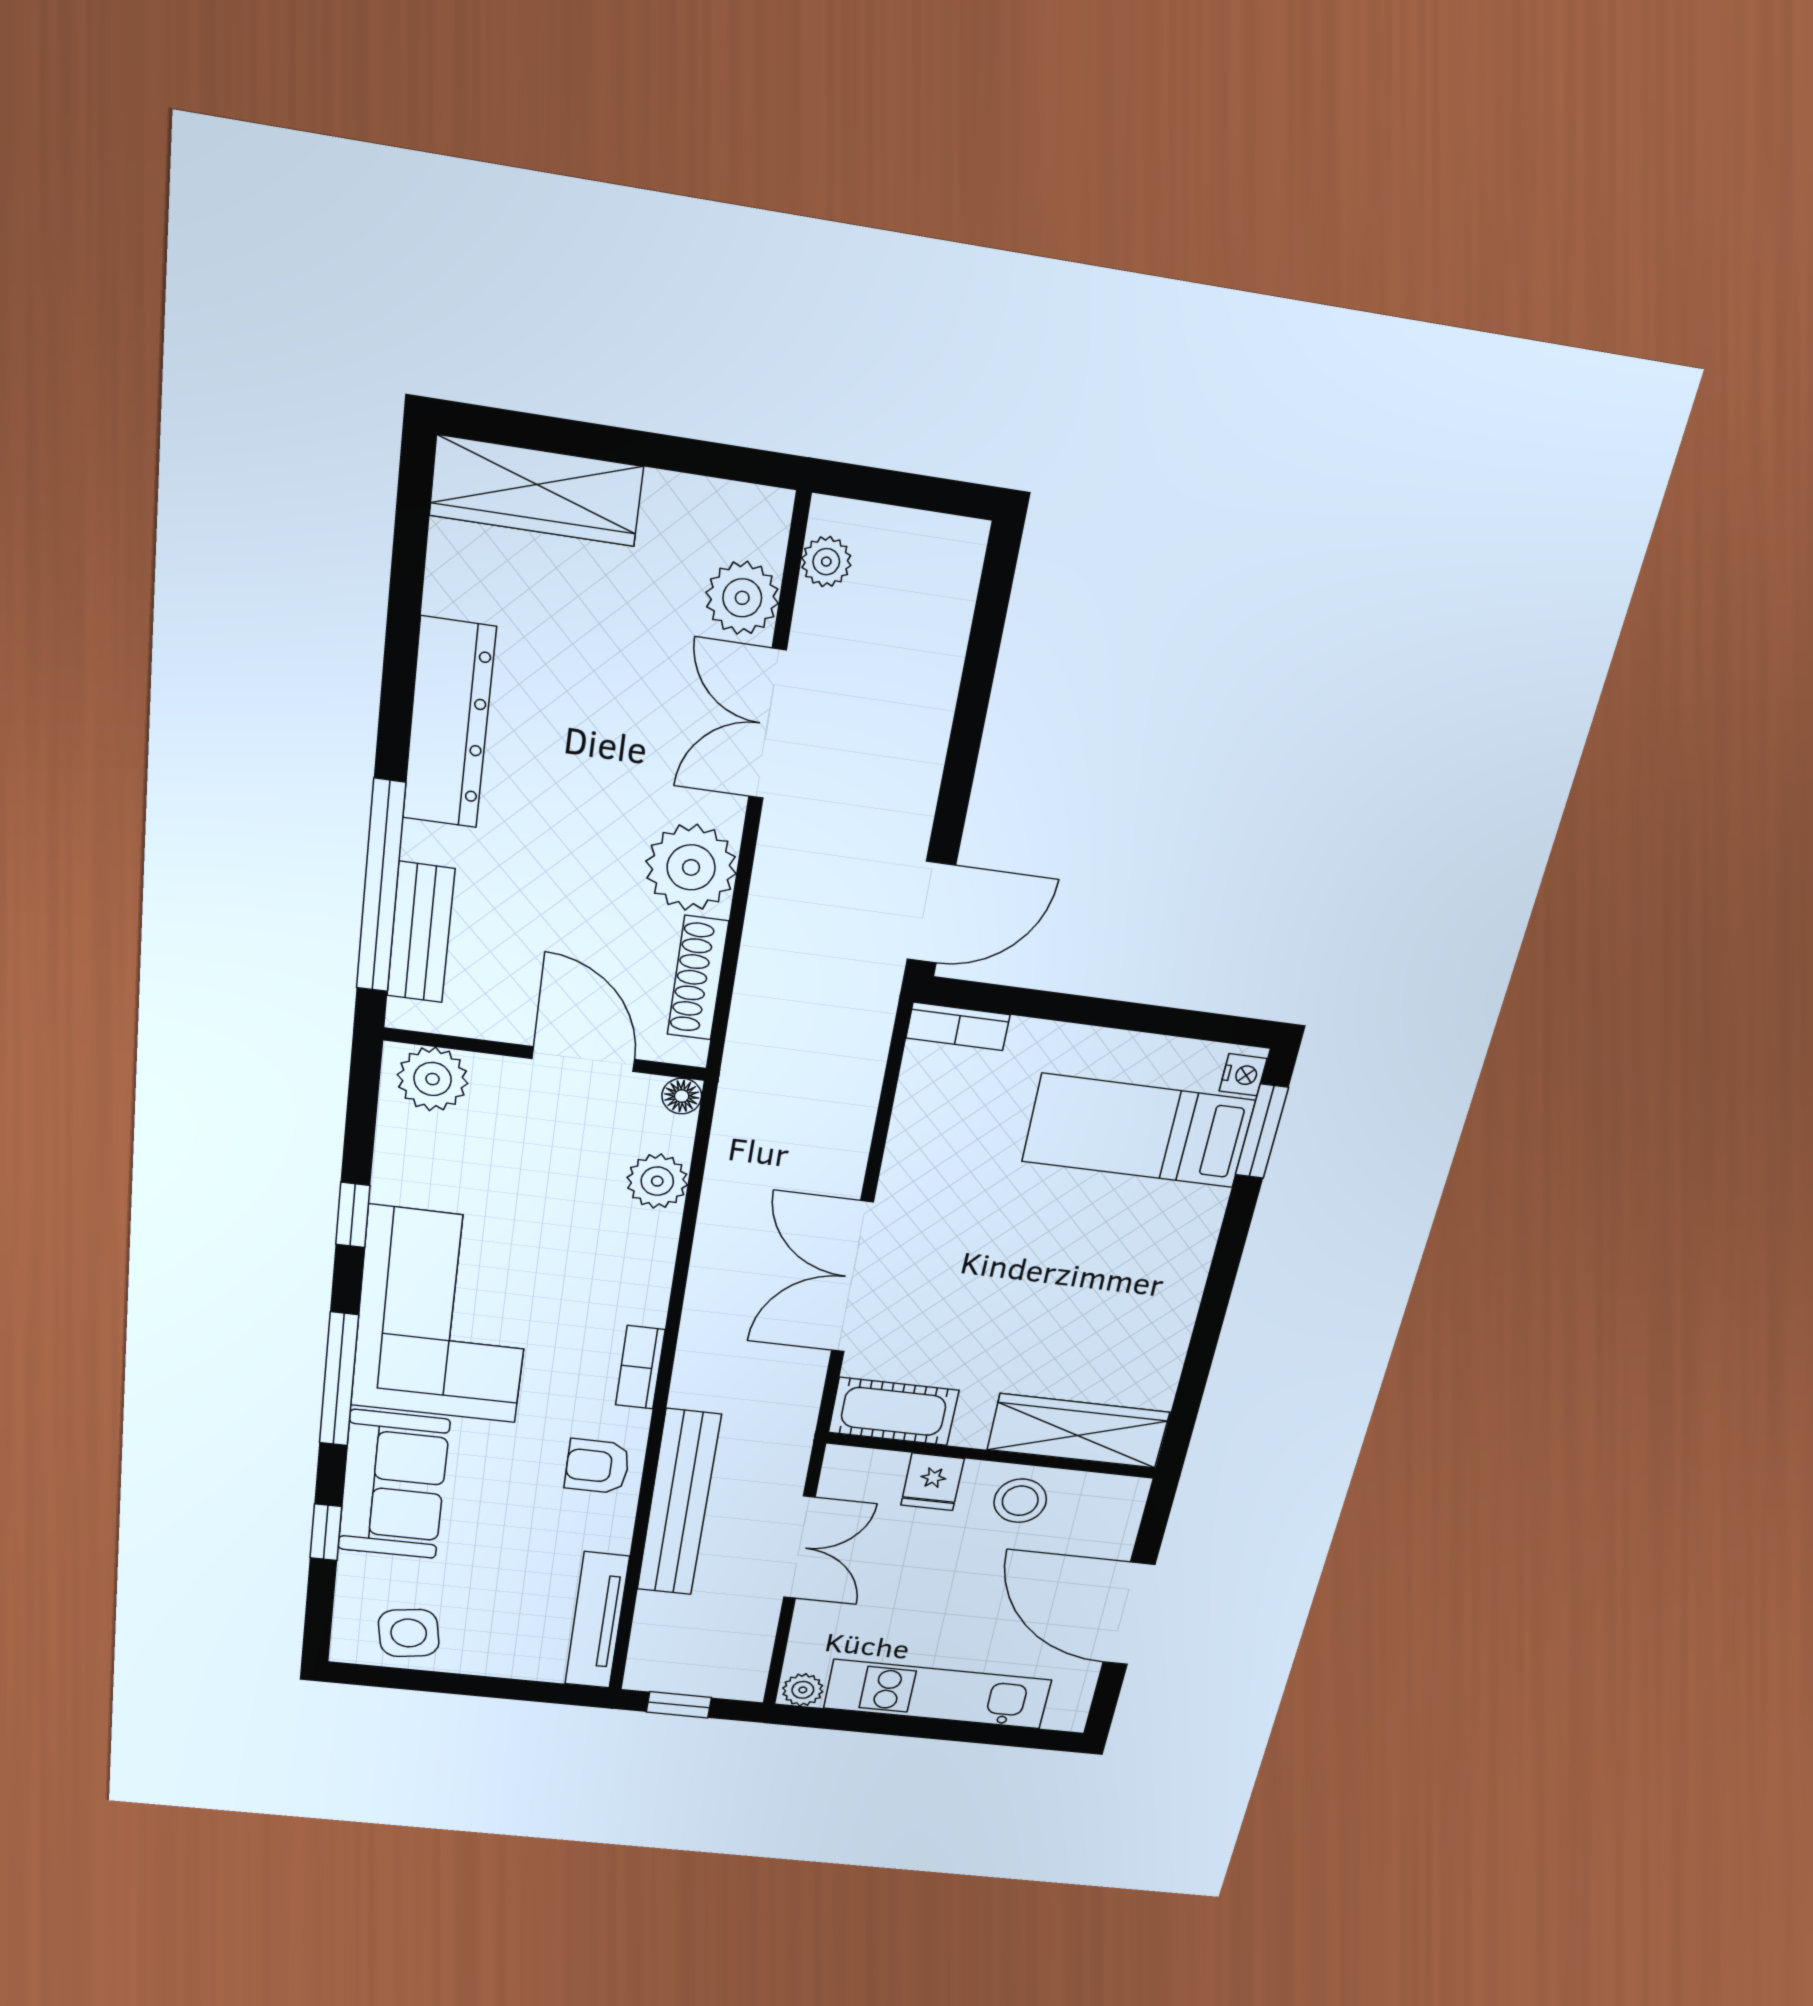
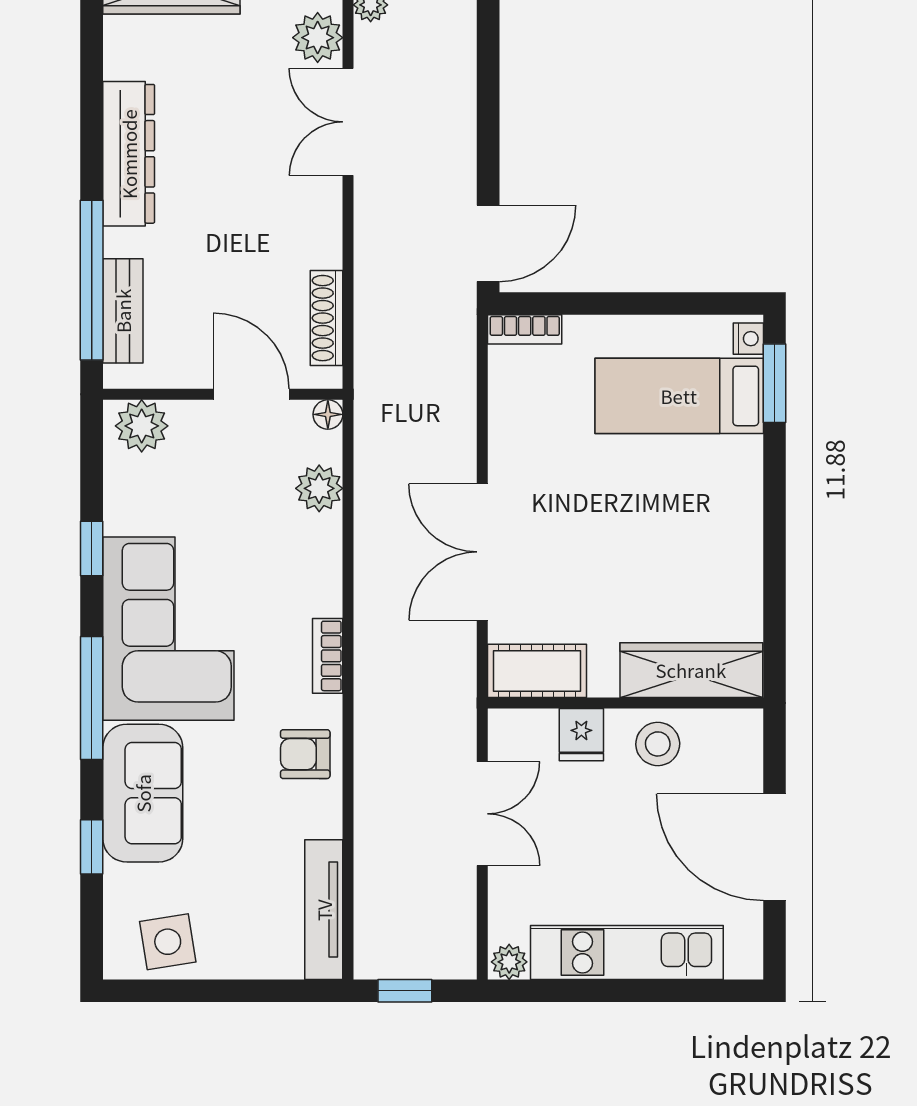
plant: (691, 867) -> (310, 234), removed
bench: (679, 1503) -> (376, 782), removed

